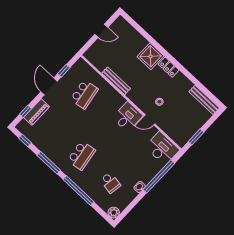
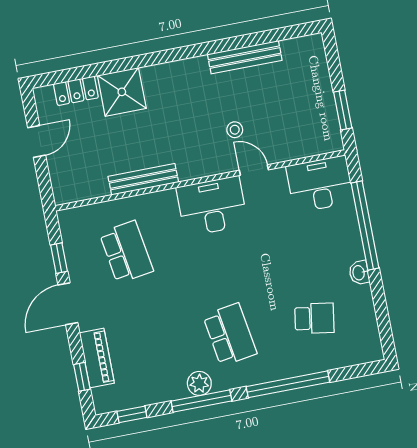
shower: (151, 56) -> (122, 92), moved
locker: (169, 67) -> (76, 91), moved
door: (49, 86) -> (68, 304), hinge flipped
bench: (204, 100) -> (245, 57), moved
desk: (128, 117) -> (212, 206), width x1.37
door: (149, 120) -> (254, 170), swing flipped
plant: (114, 213) -> (199, 383), moved

